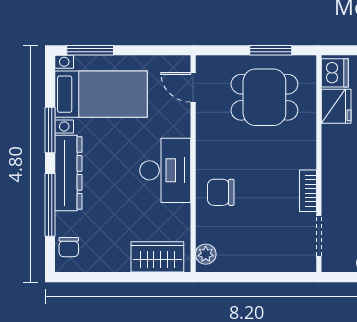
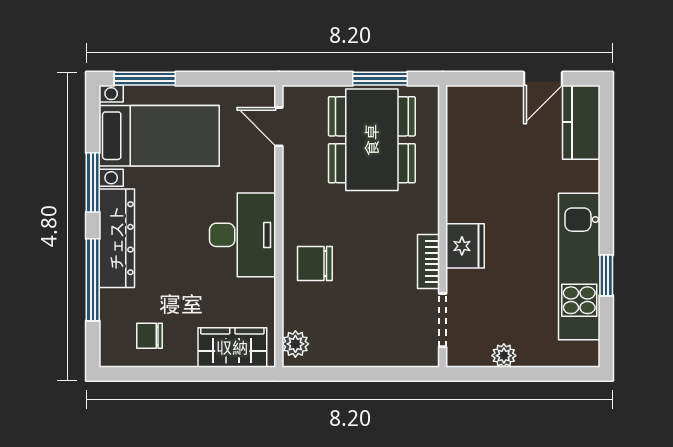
dishwasher: (335, 73) -> (463, 108), removed
dining table: (264, 97) -> (372, 140), width x1.38
fridge: (336, 106) -> (465, 246), moved
chair: (69, 247) -> (149, 336), moved, turned 90

